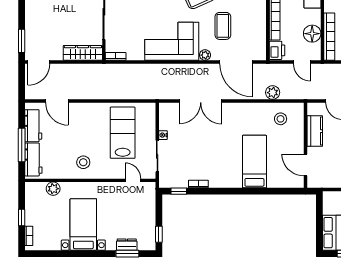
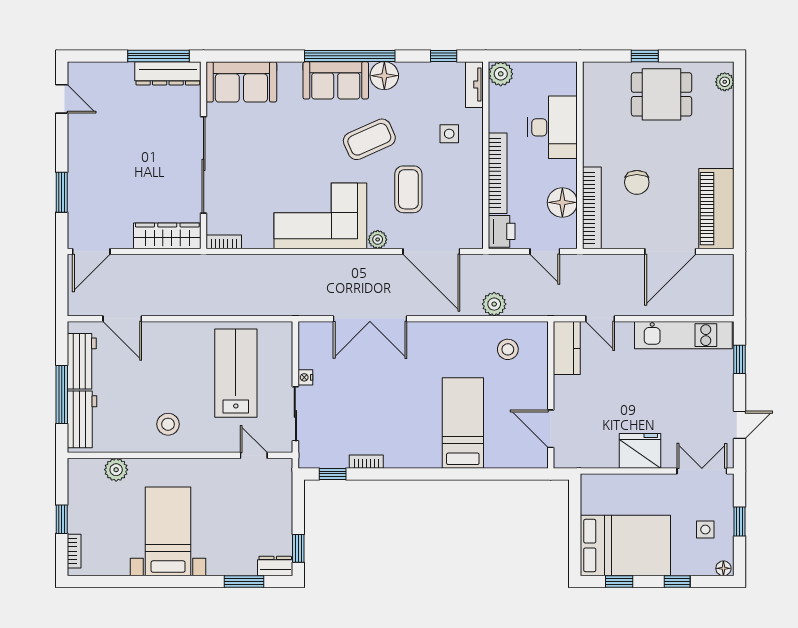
window: (22, 41) -> (62, 192), moved
kitchen counter: (315, 131) -> (567, 348), moved
dresser: (127, 245) -> (275, 566), moved

